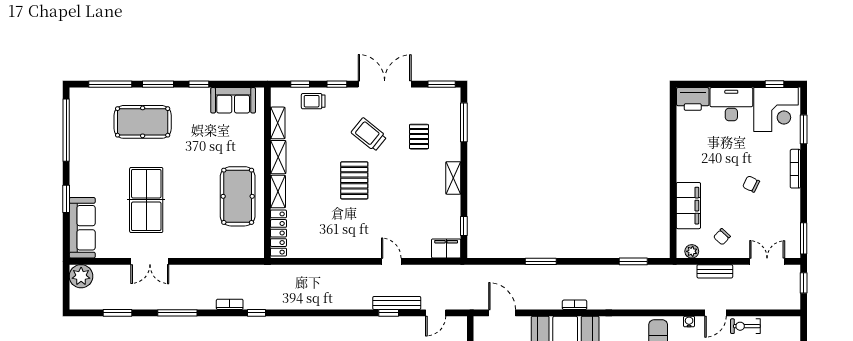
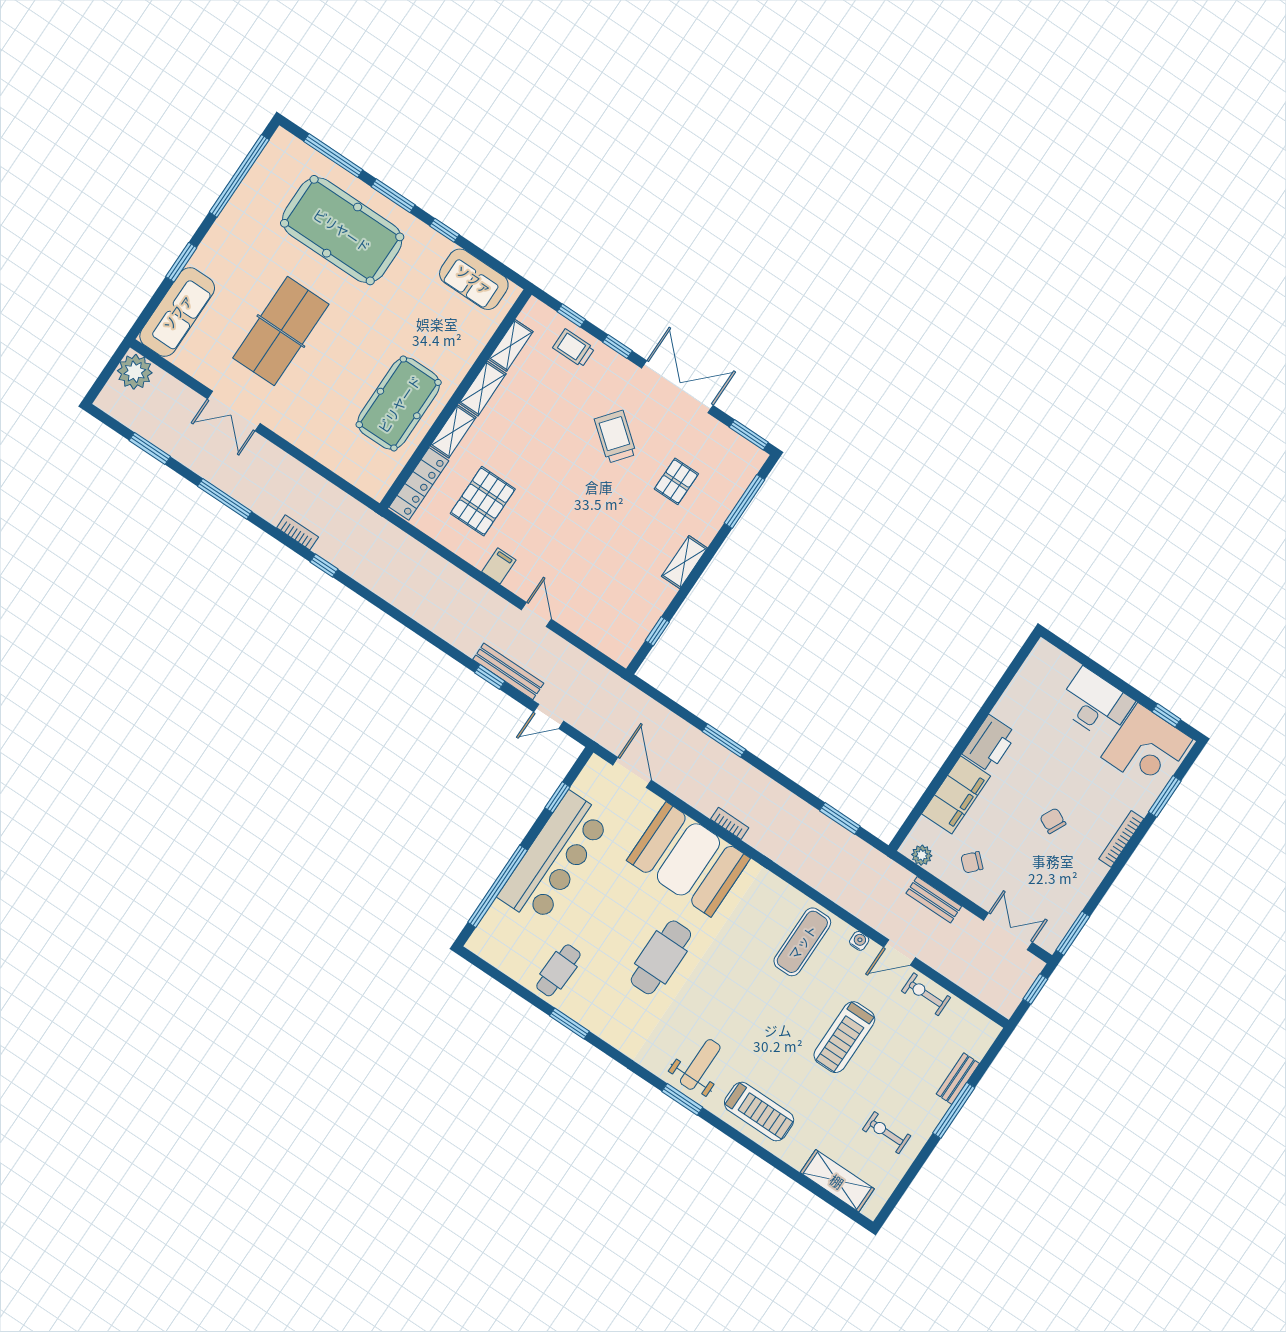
printer: (693, 99) -> (990, 744), moved, turned -90
pool table: (143, 122) -> (342, 230), width x1.36, depth x1.32
pallet: (354, 180) -> (483, 501), moved
filing cabinet: (446, 248) -> (499, 566), moved, width x0.50

